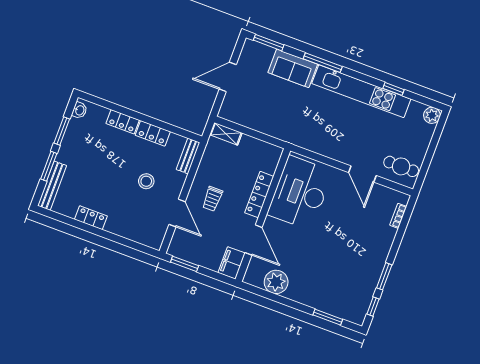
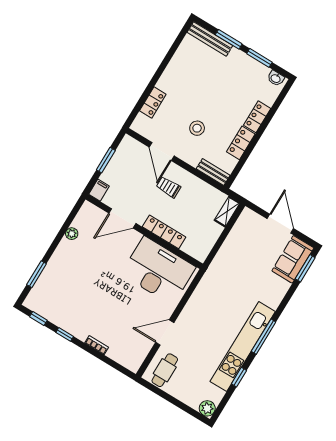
window: (323, 63) -> (264, 337), moved
sofa: (293, 68) -> (293, 259), moved
door: (177, 213) -> (162, 151), hinge flipped
bookcase: (398, 216) -> (97, 345), moved
locker: (91, 218) -> (153, 103), moved
filing cabinet: (232, 263) -> (99, 190), width x0.50
window: (185, 264) -> (106, 160), moved
window: (384, 276) -> (65, 334), width x0.67
plant: (276, 282) -> (72, 234), width x0.53, depth x0.53

